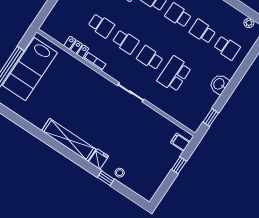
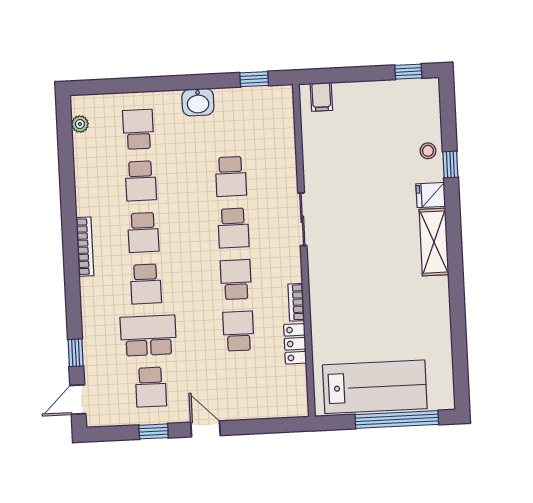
school desk: (174, 74) -> (231, 176), width x0.54
shelving: (69, 140) -> (434, 242), width x0.68
window: (179, 165) -> (408, 72), moved

